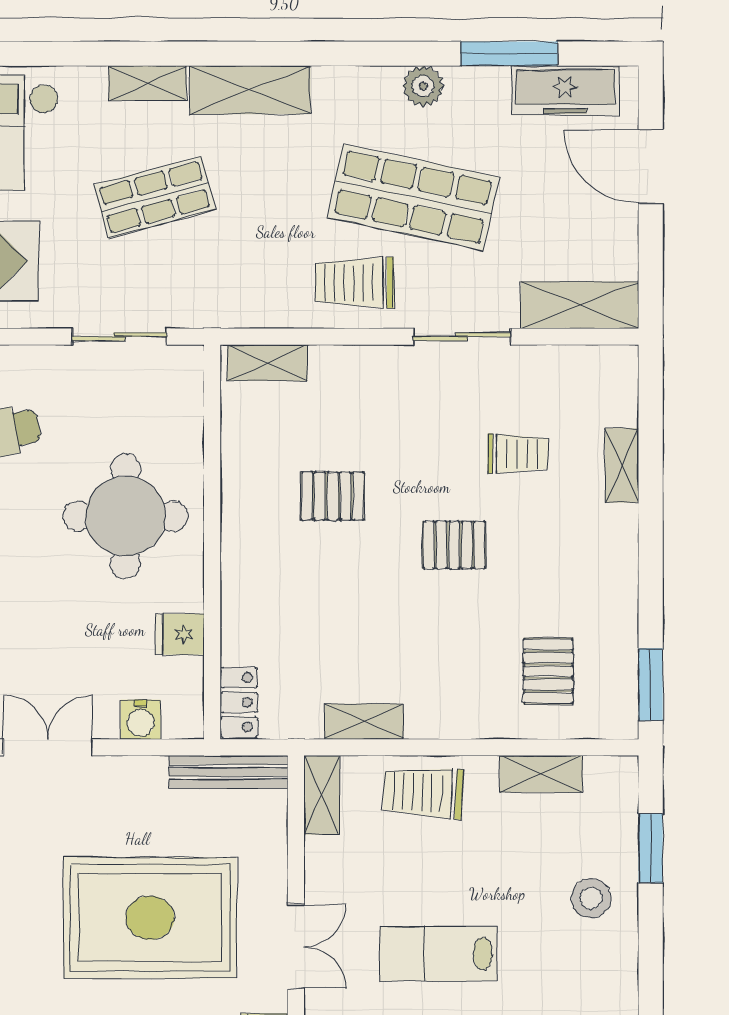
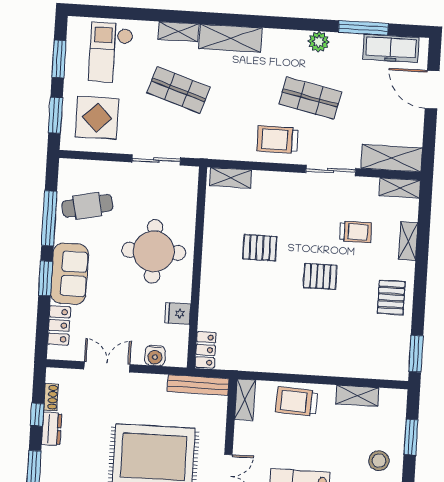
shop shelf: (155, 197) -> (178, 90), turned 33
shop shelf: (413, 197) -> (310, 98), width x0.70, depth x0.74
pallet: (548, 671) -> (391, 297), moved
shelving: (364, 722) -> (400, 188), moved

